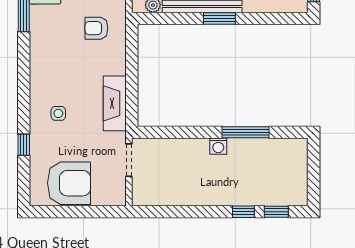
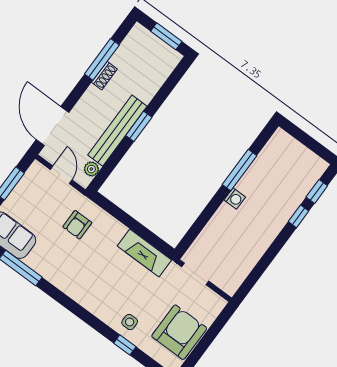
side table: (58, 113) -> (130, 322), moved

